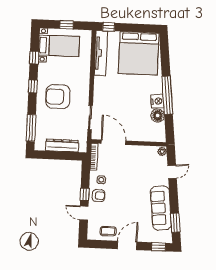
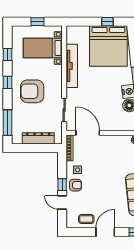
window: (109, 27) -> (107, 22), moved
bed with nightstands: (59, 46) -> (43, 48), moved, turned 180
tv unit: (101, 53) -> (72, 66), moved

